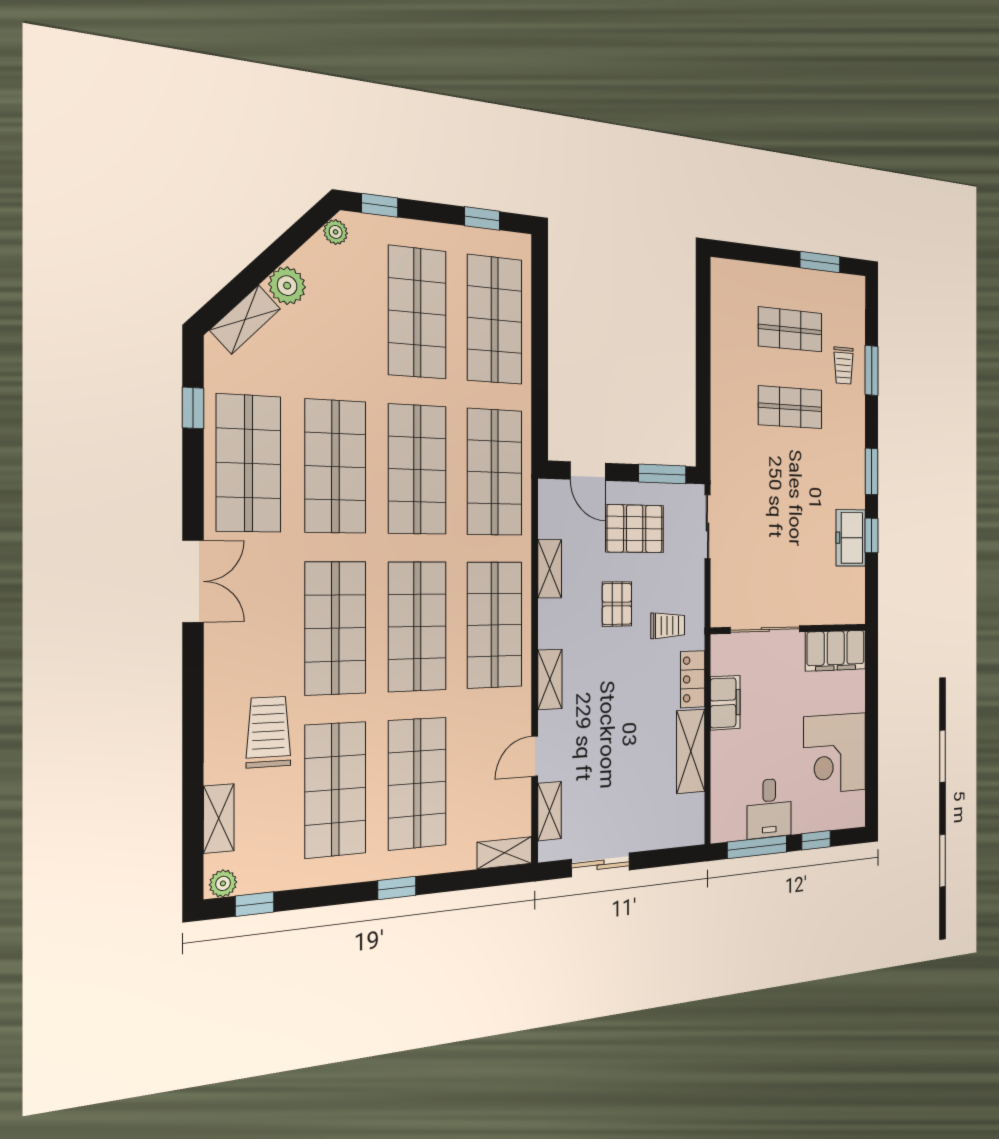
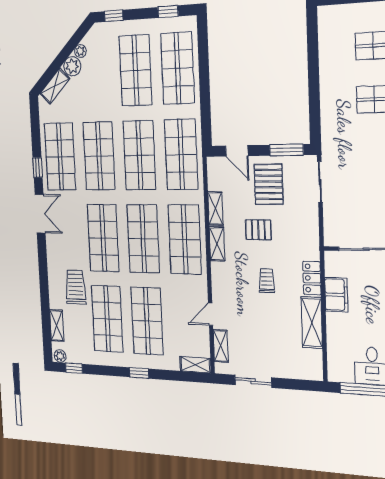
plant: (336, 232) -> (80, 51), moved
window: (193, 408) -> (38, 167), moved
pallet: (635, 529) -> (269, 184), turned 90
pallet: (617, 604) -> (258, 230), turned 90
trolley: (668, 626) -> (267, 281), moved, turned -90
shelving: (550, 679) -> (217, 244), moved

